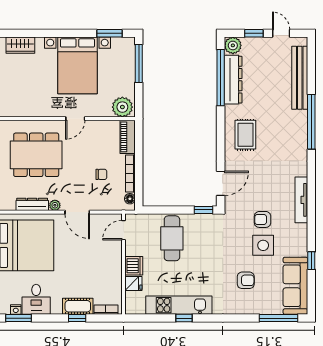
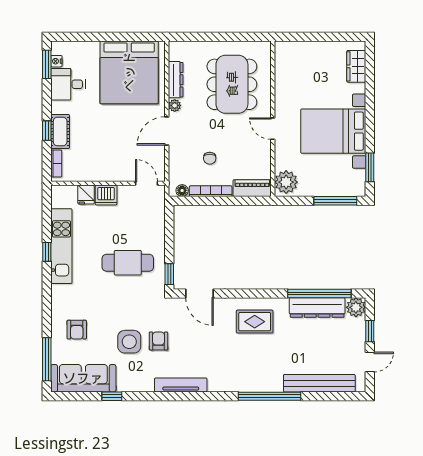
cafe table: (172, 238) -> (128, 263), moved
armchair: (246, 280) -> (77, 330), moved

